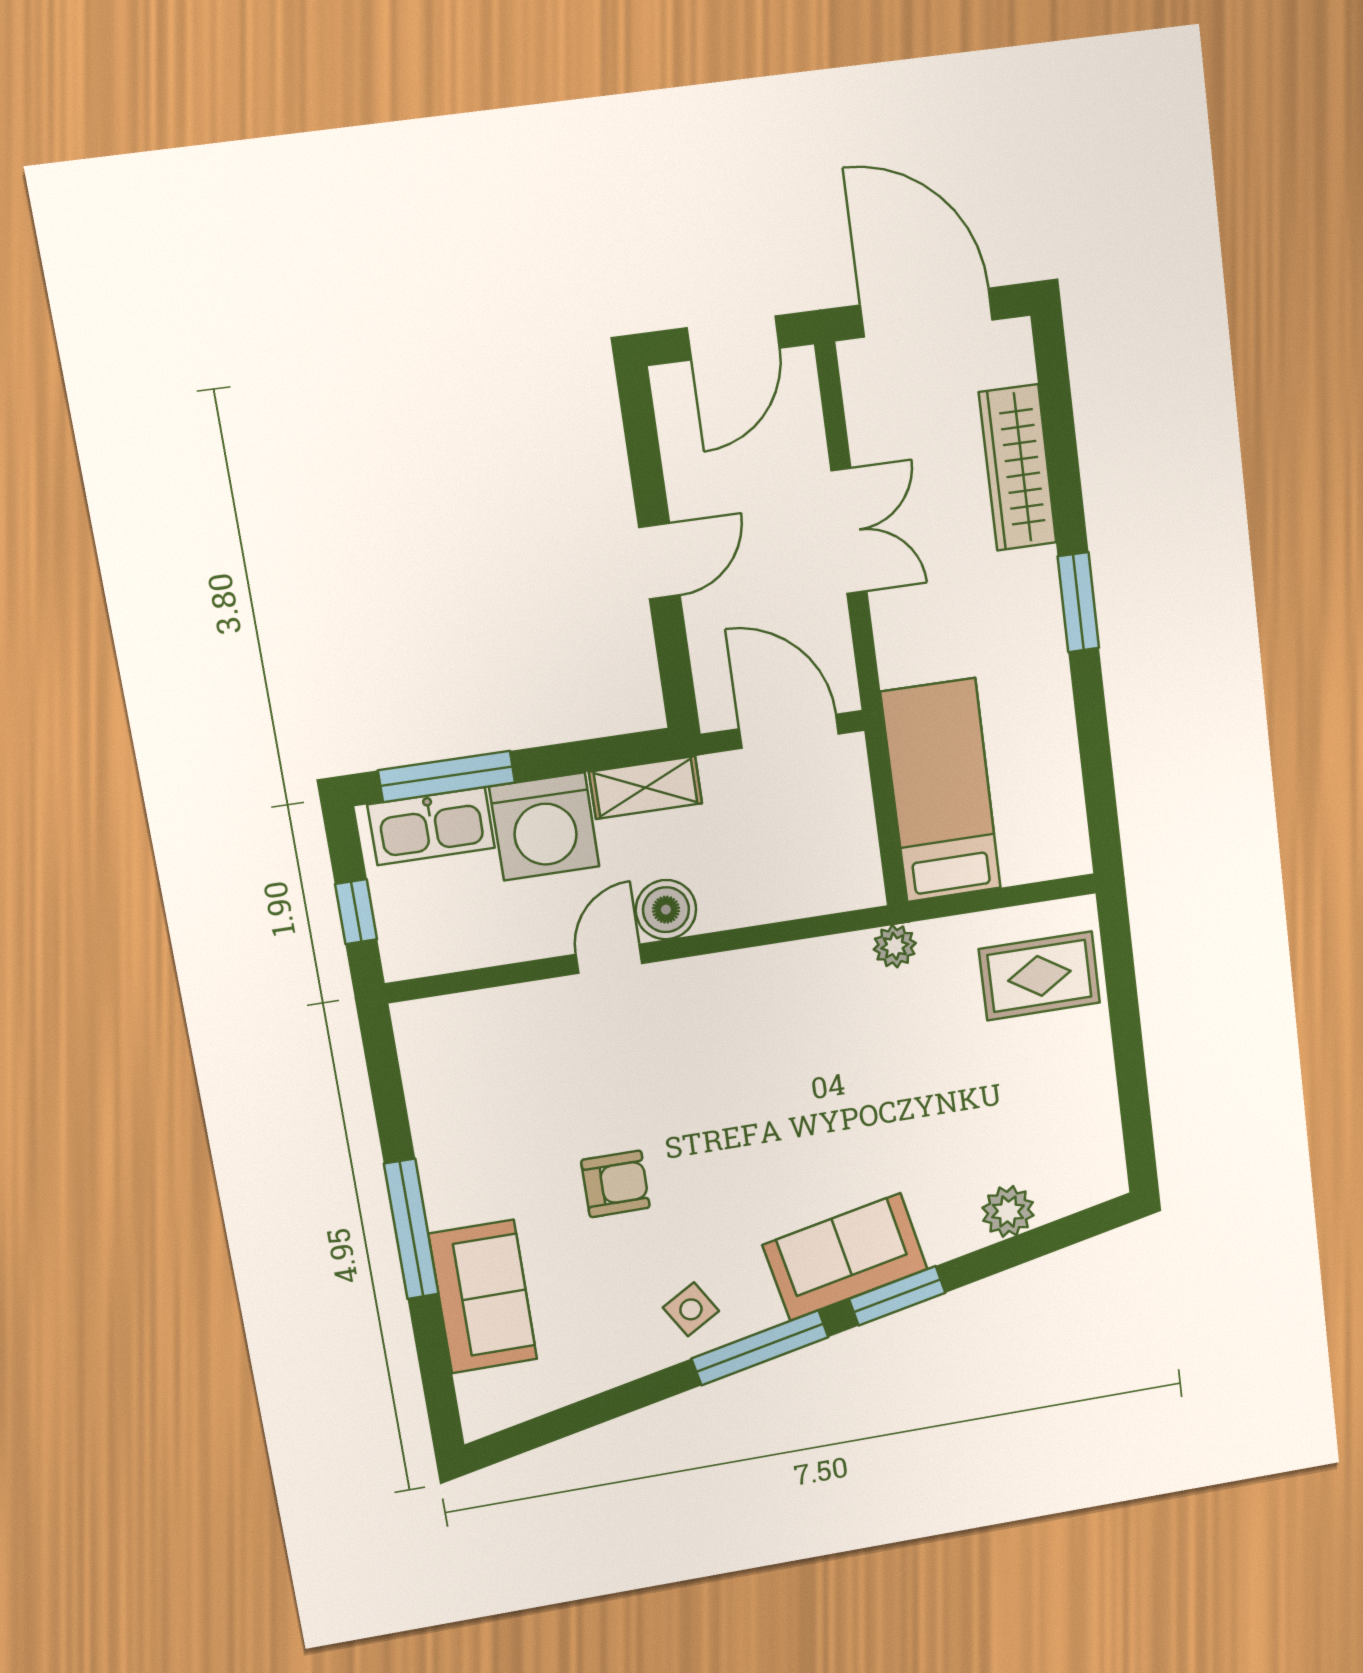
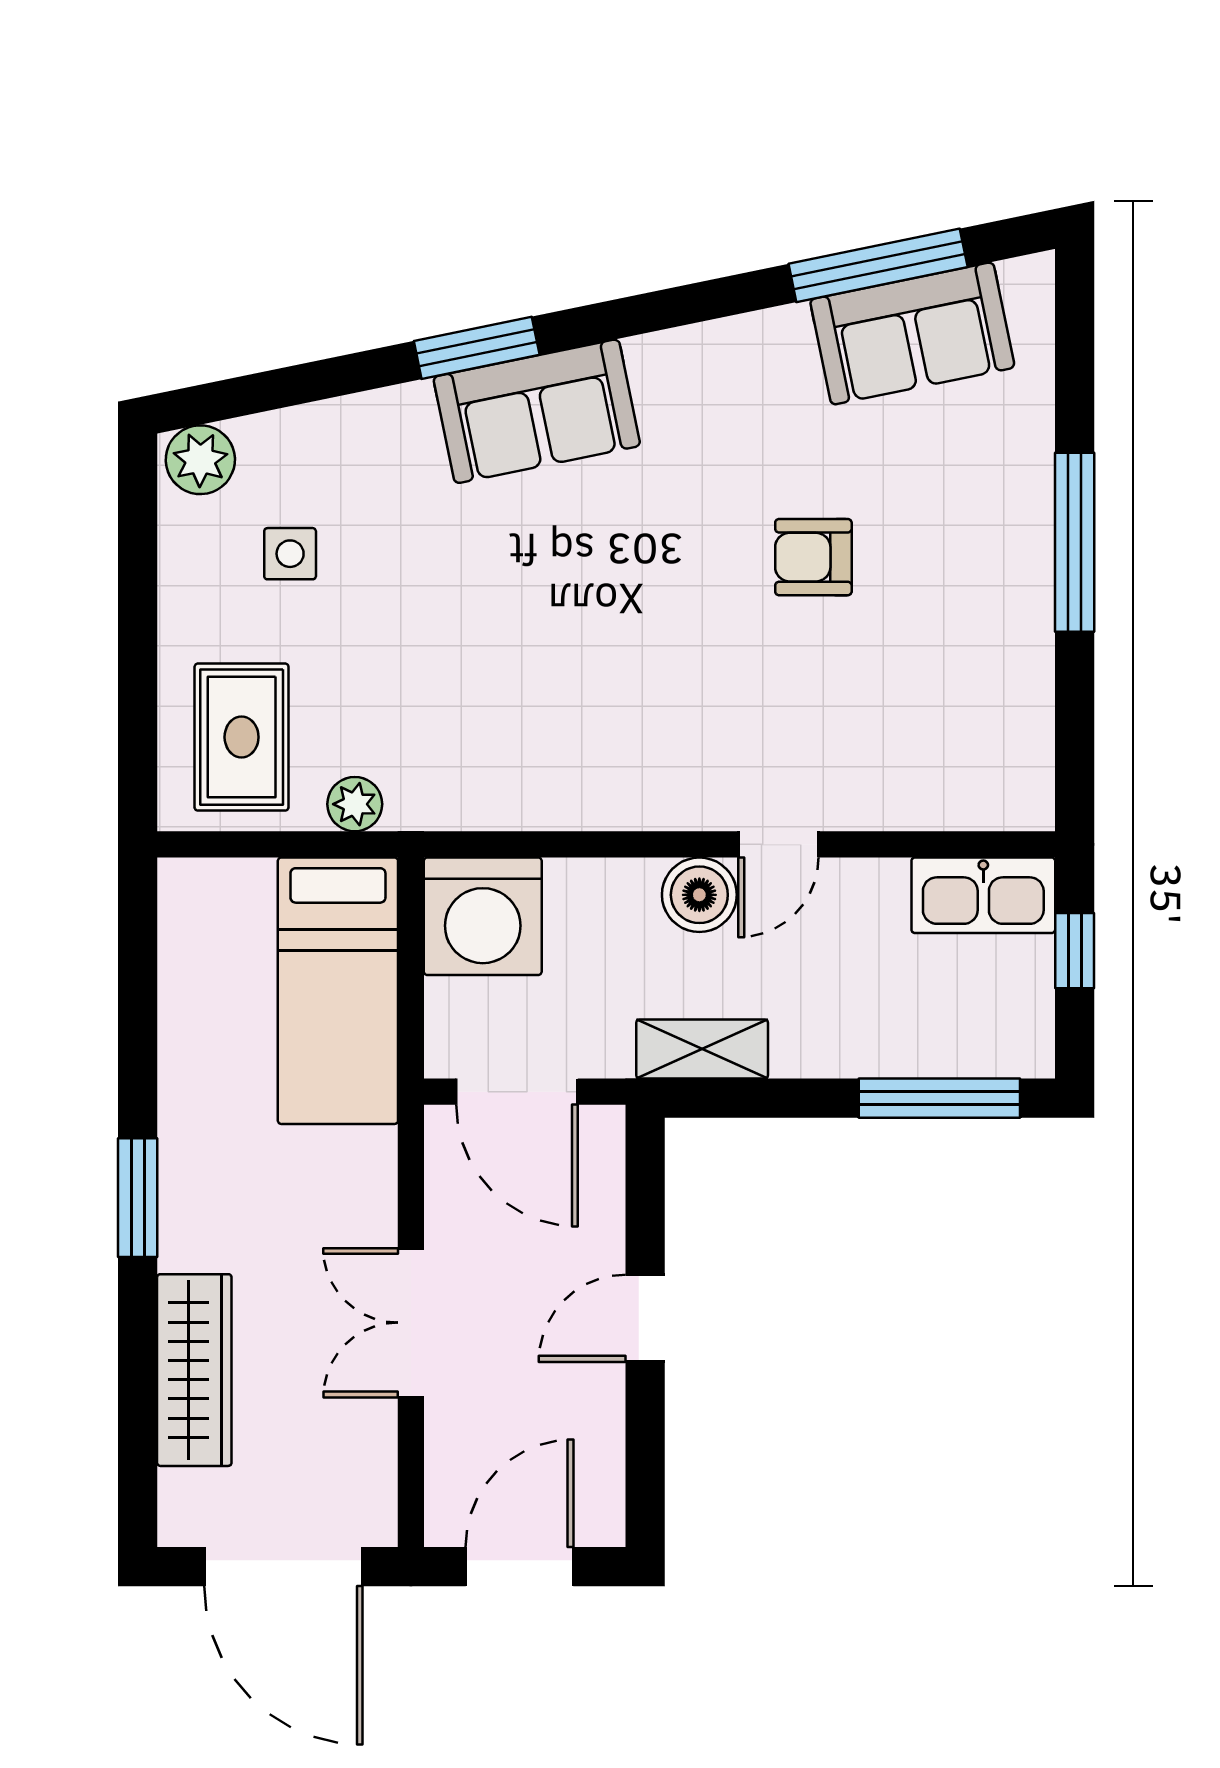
kitchen sink: (431, 826) -> (983, 895), moved, turned 180
washing machine: (544, 827) -> (483, 916), moved, turned 180
plant: (895, 946) -> (355, 804), moved
rug: (1039, 976) -> (242, 737), turned 90
plant: (1008, 1211) -> (200, 460), moved
sofa: (483, 1297) -> (912, 333), moved, turned -102
side table: (691, 1309) -> (290, 554), moved, turned 31
window: (760, 1348) -> (878, 265), moved

